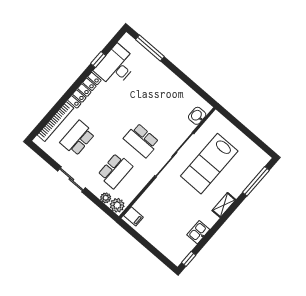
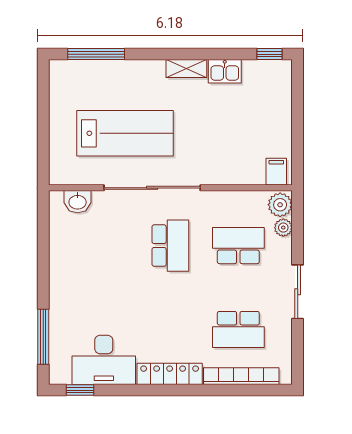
window: (98, 59) -> (80, 390), moved
shelving: (224, 205) -> (186, 69), moved

